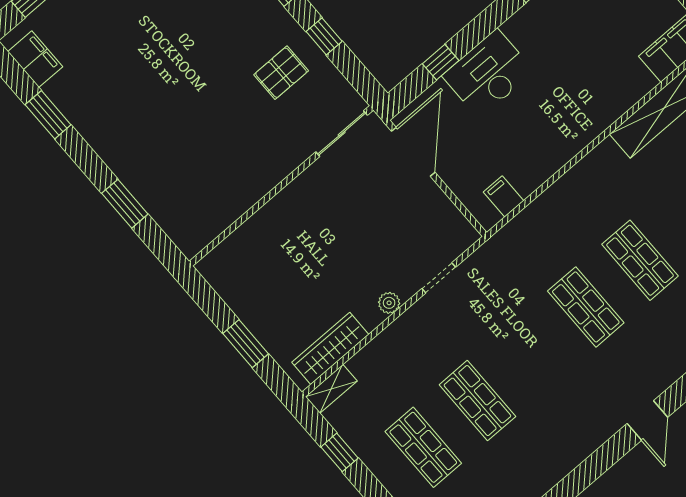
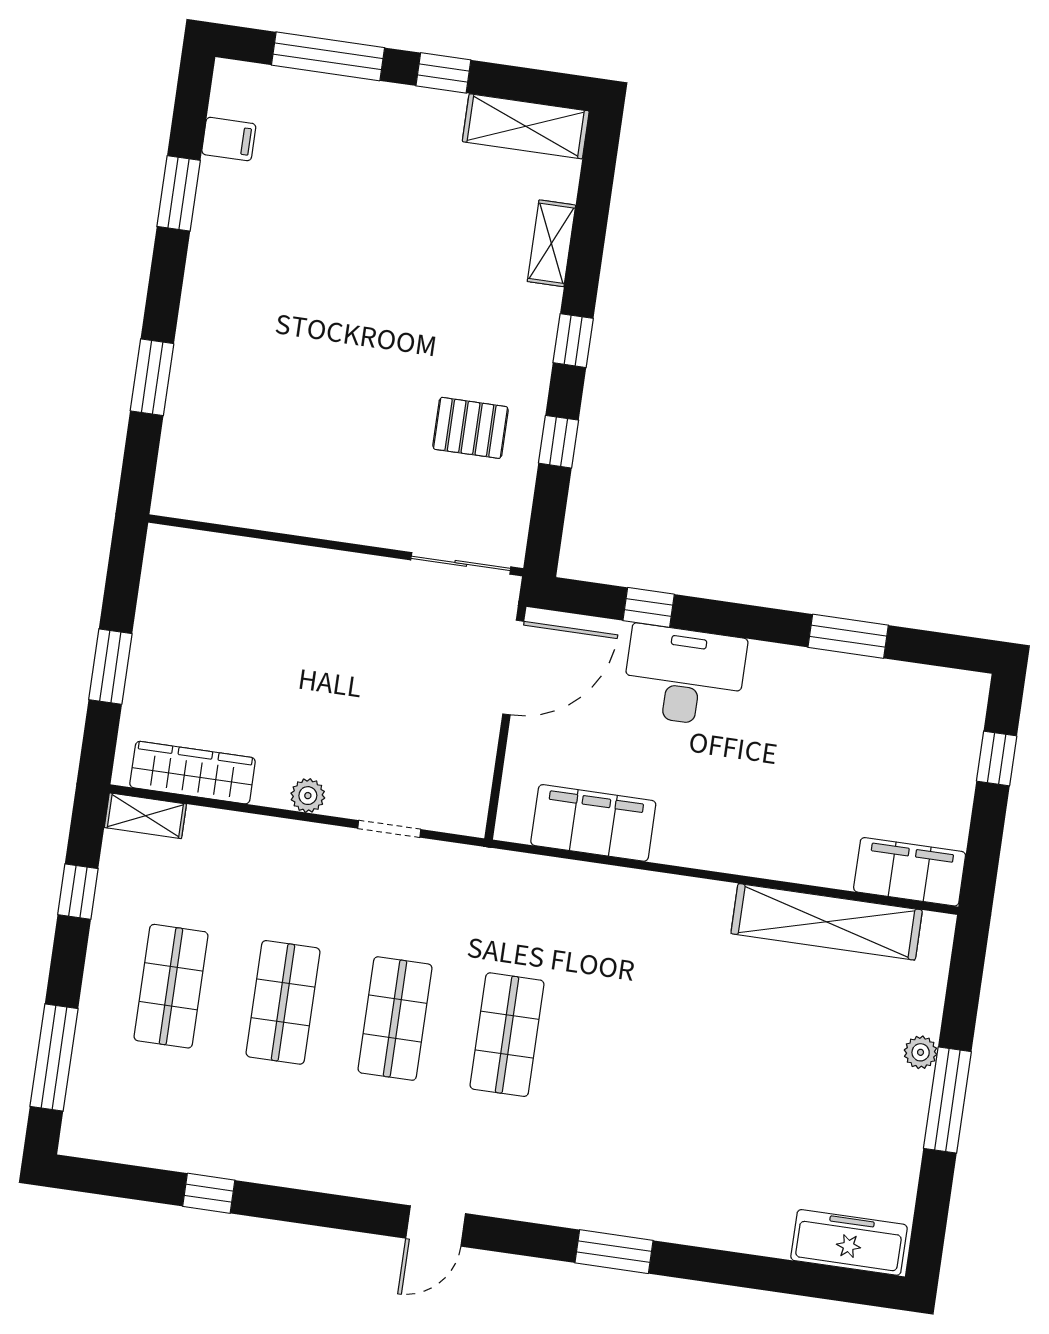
filing cabinet: (35, 59) -> (229, 139), width x0.50
filing cabinet: (503, 196) -> (593, 823), width x3.00, depth x1.17
shop shelf: (640, 260) -> (395, 1019), moved

